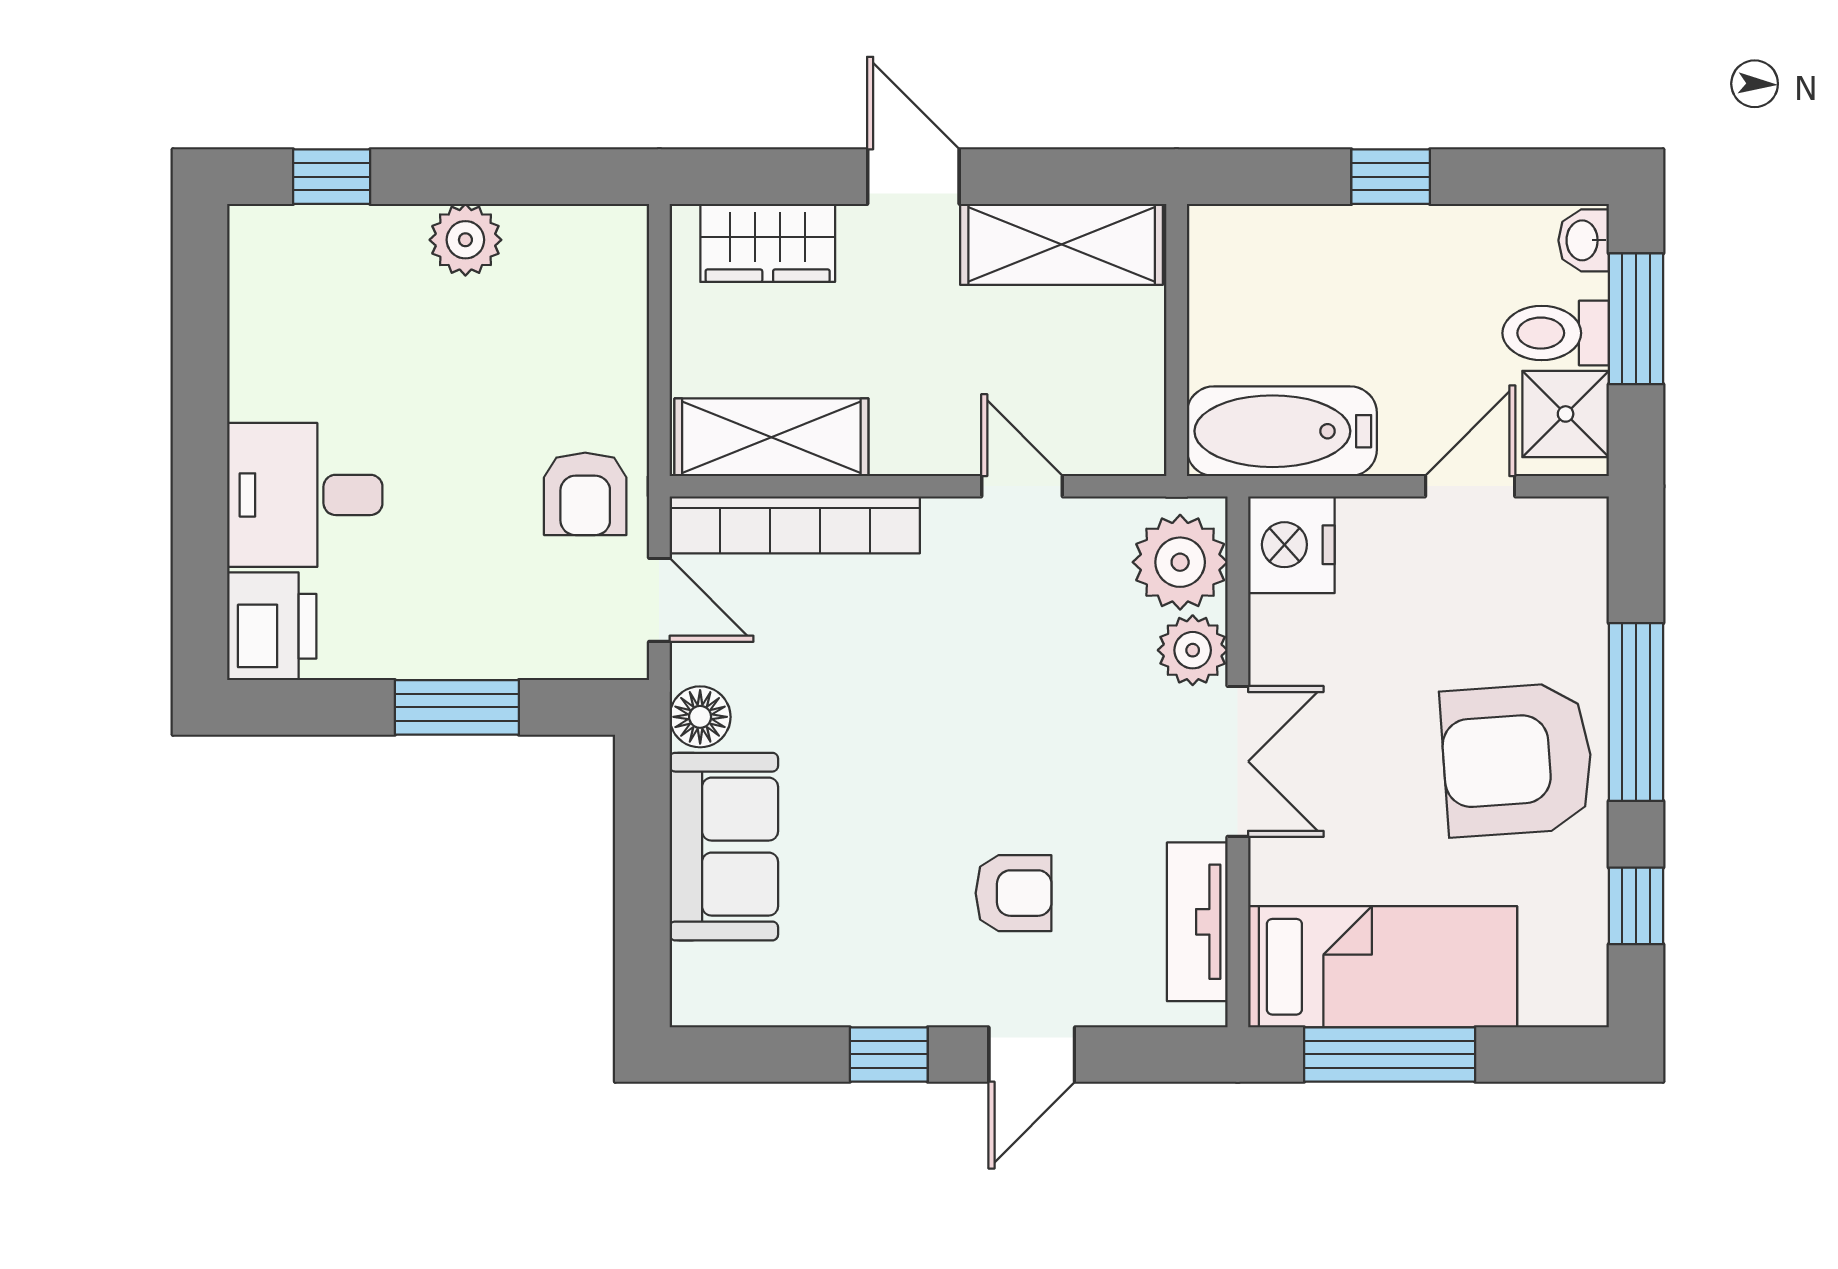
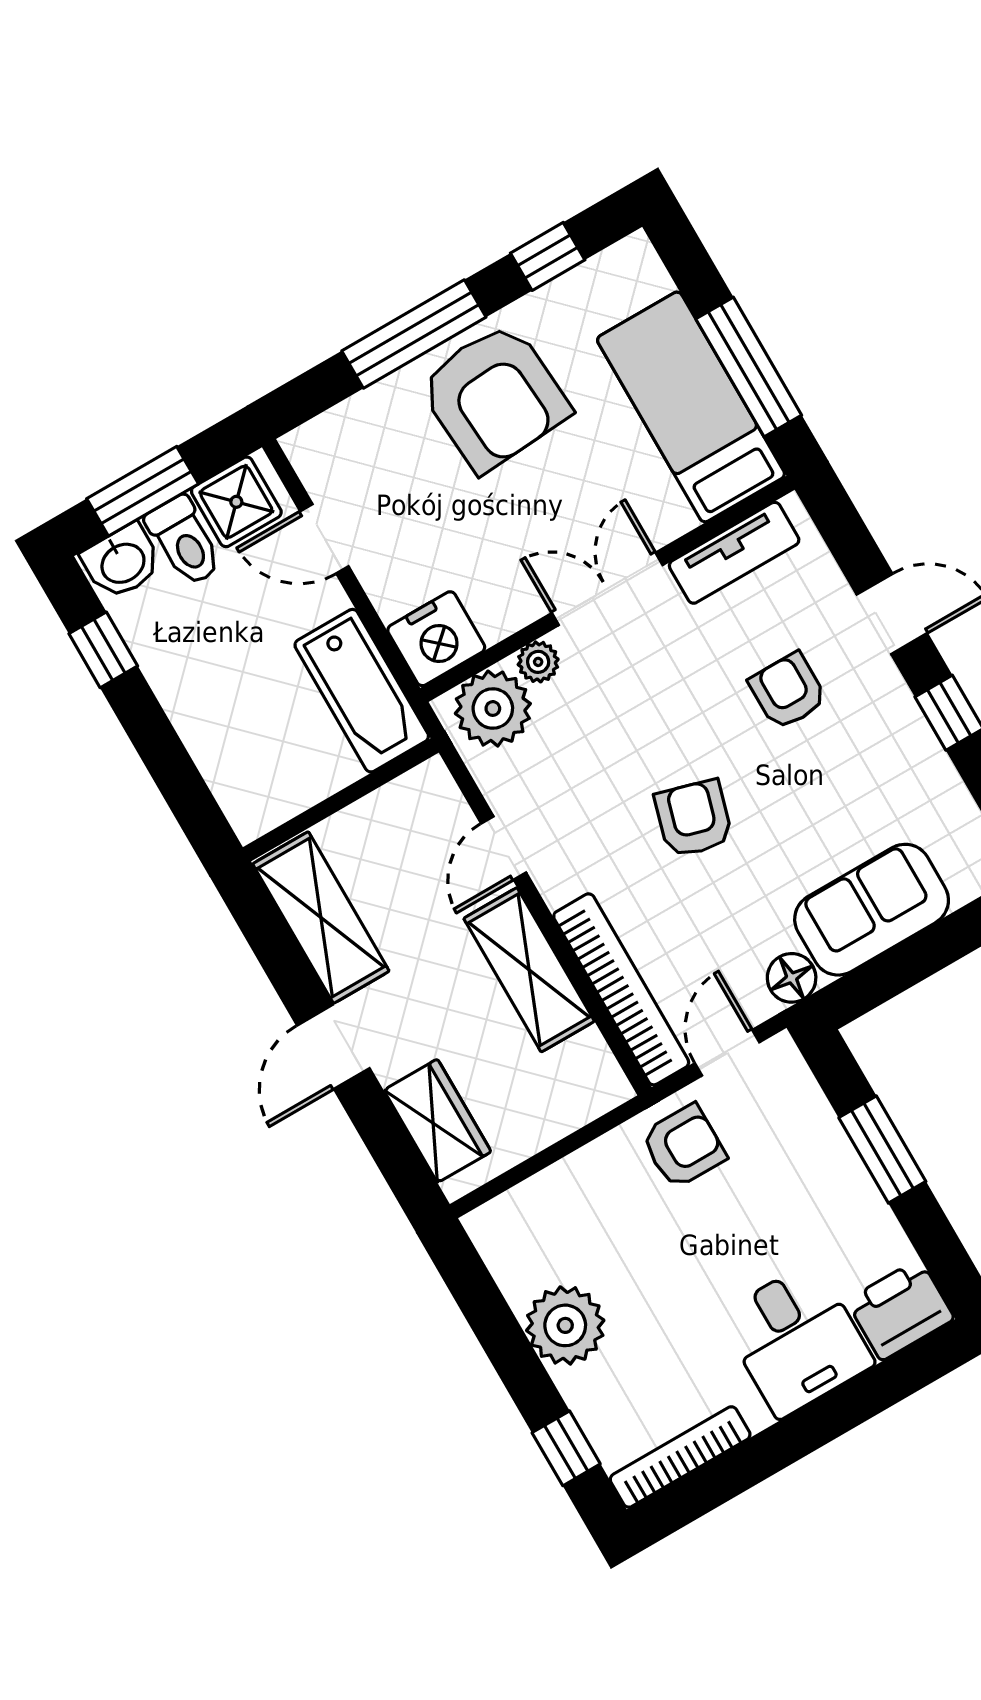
window: (1391, 177) -> (103, 650), moved
plant: (465, 240) -> (565, 1325), width x1.36, depth x1.36
washbasin: (1584, 240) -> (122, 562), width x1.38, depth x1.45
bookcase: (251, 295) -> (680, 1457), added
shelving: (771, 437) -> (529, 970), moved
plant: (1193, 650) -> (538, 662), width x0.73, depth x0.73
armchair: (935, 711) -> (694, 818), added

